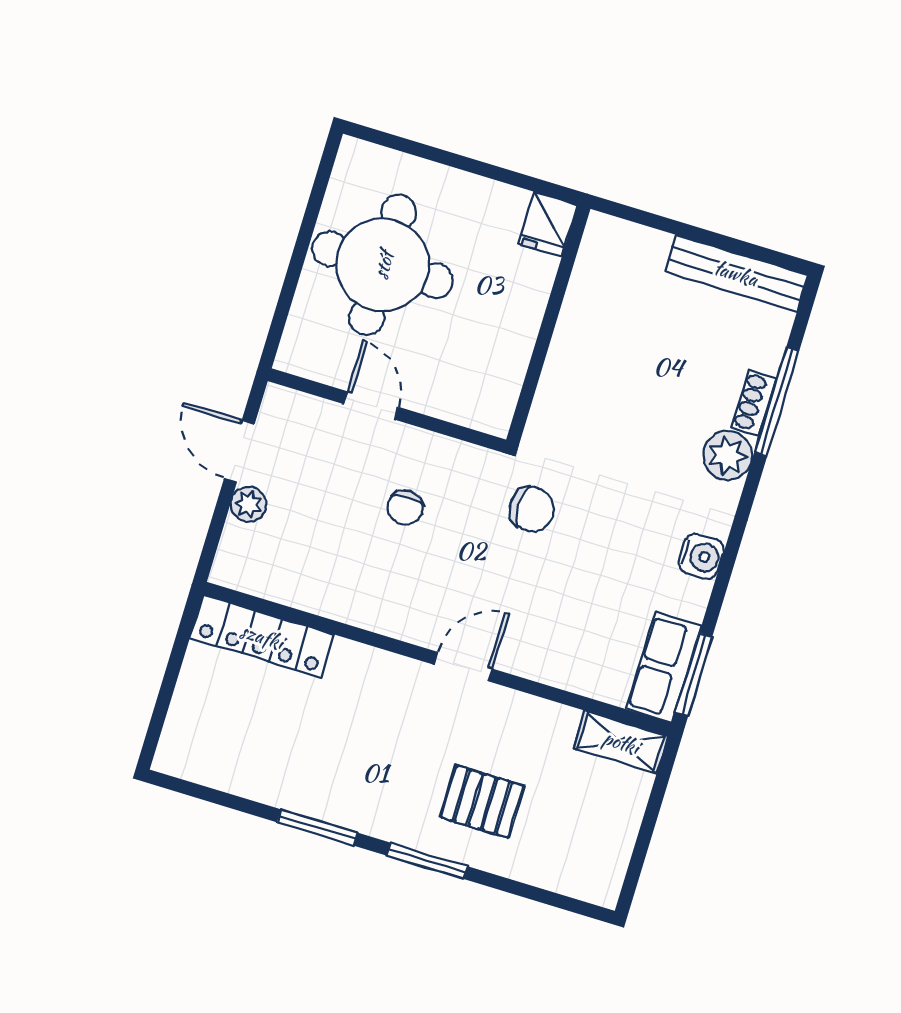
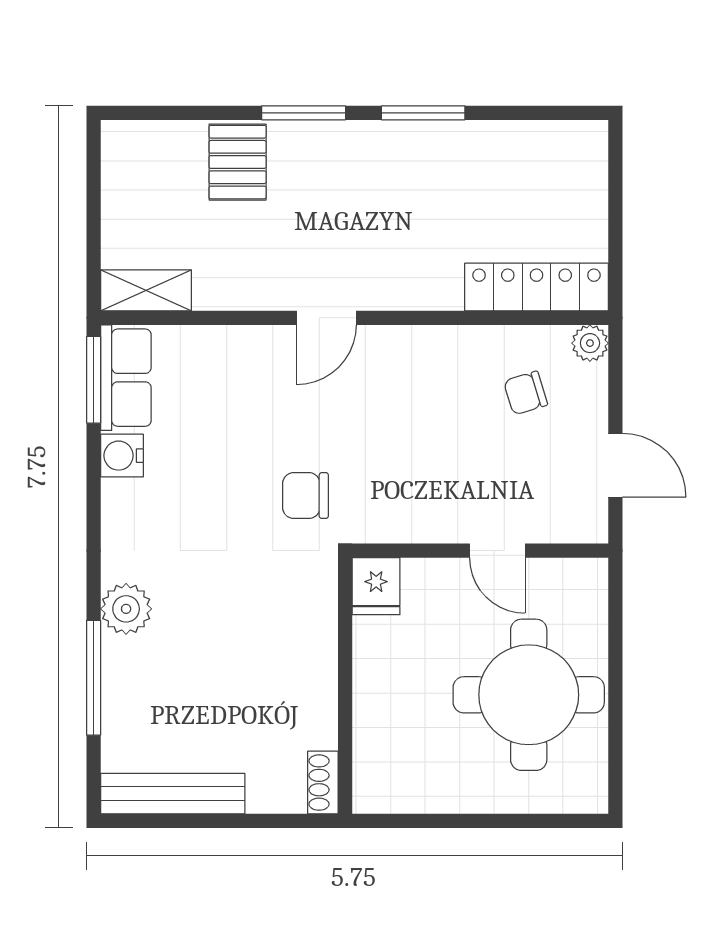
fridge: (548, 224) -> (376, 586), moved, turned 180
shoe rack: (754, 403) -> (323, 783), moved, turned 180
plant: (249, 504) -> (590, 343), moved
chair: (405, 507) -> (526, 393), moved, turned -107
water cooler: (701, 556) -> (122, 456), moved
pallet: (482, 802) -> (238, 162), moved, turned 90

